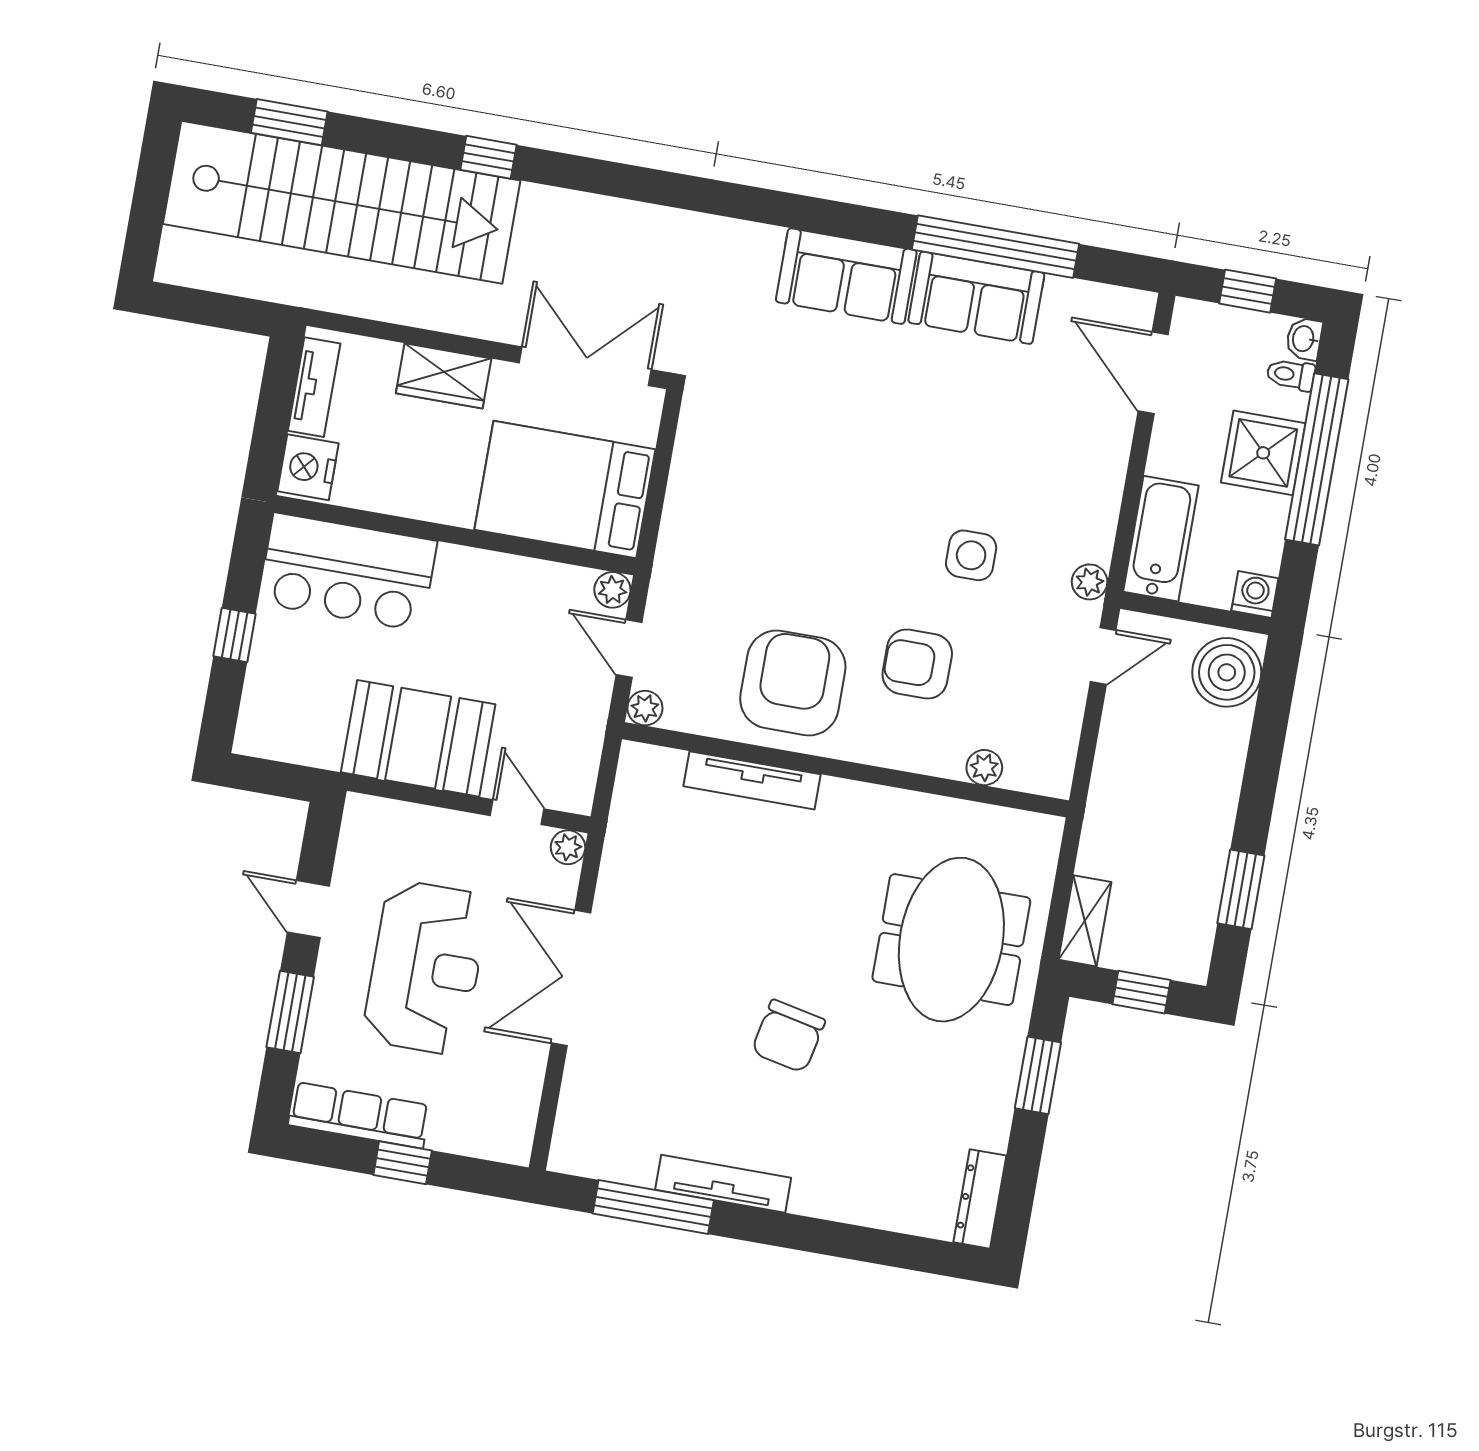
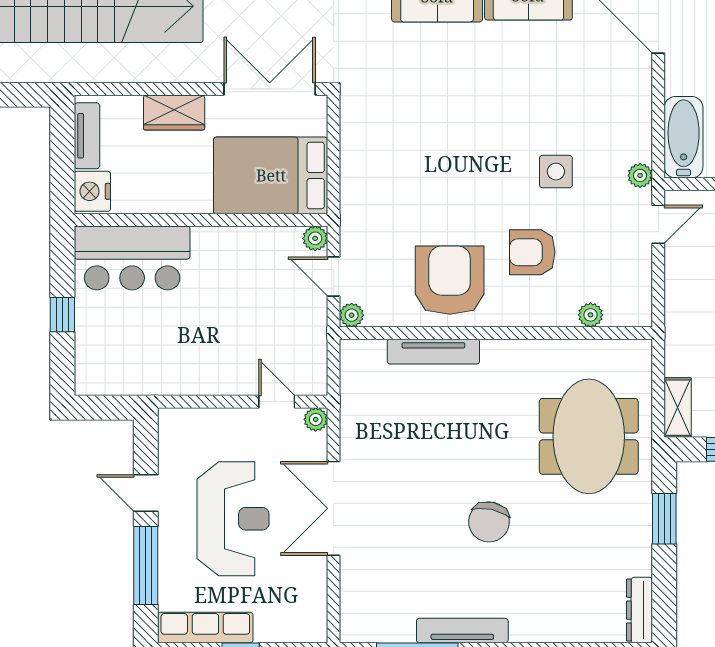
booth: (418, 738) -> (200, 363), removed
window: (290, 1012) -> (146, 565), width x1.44

